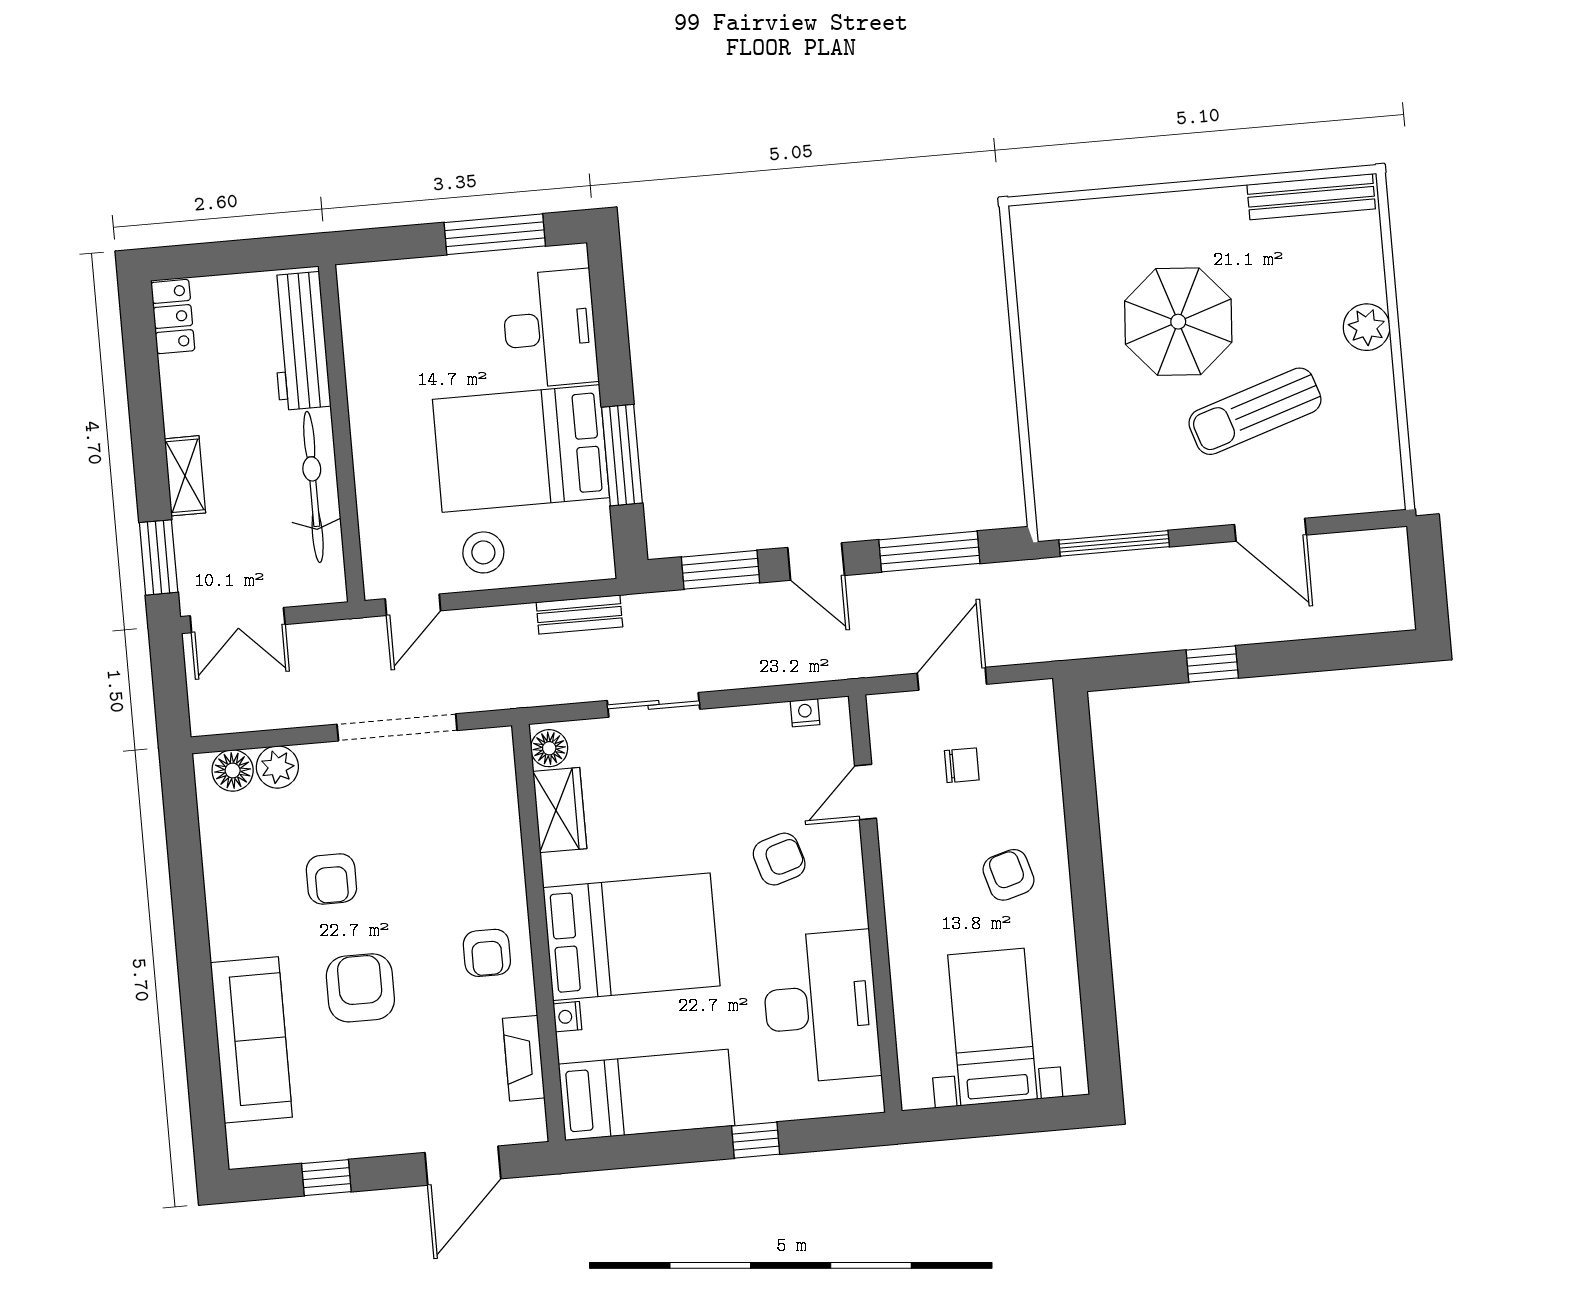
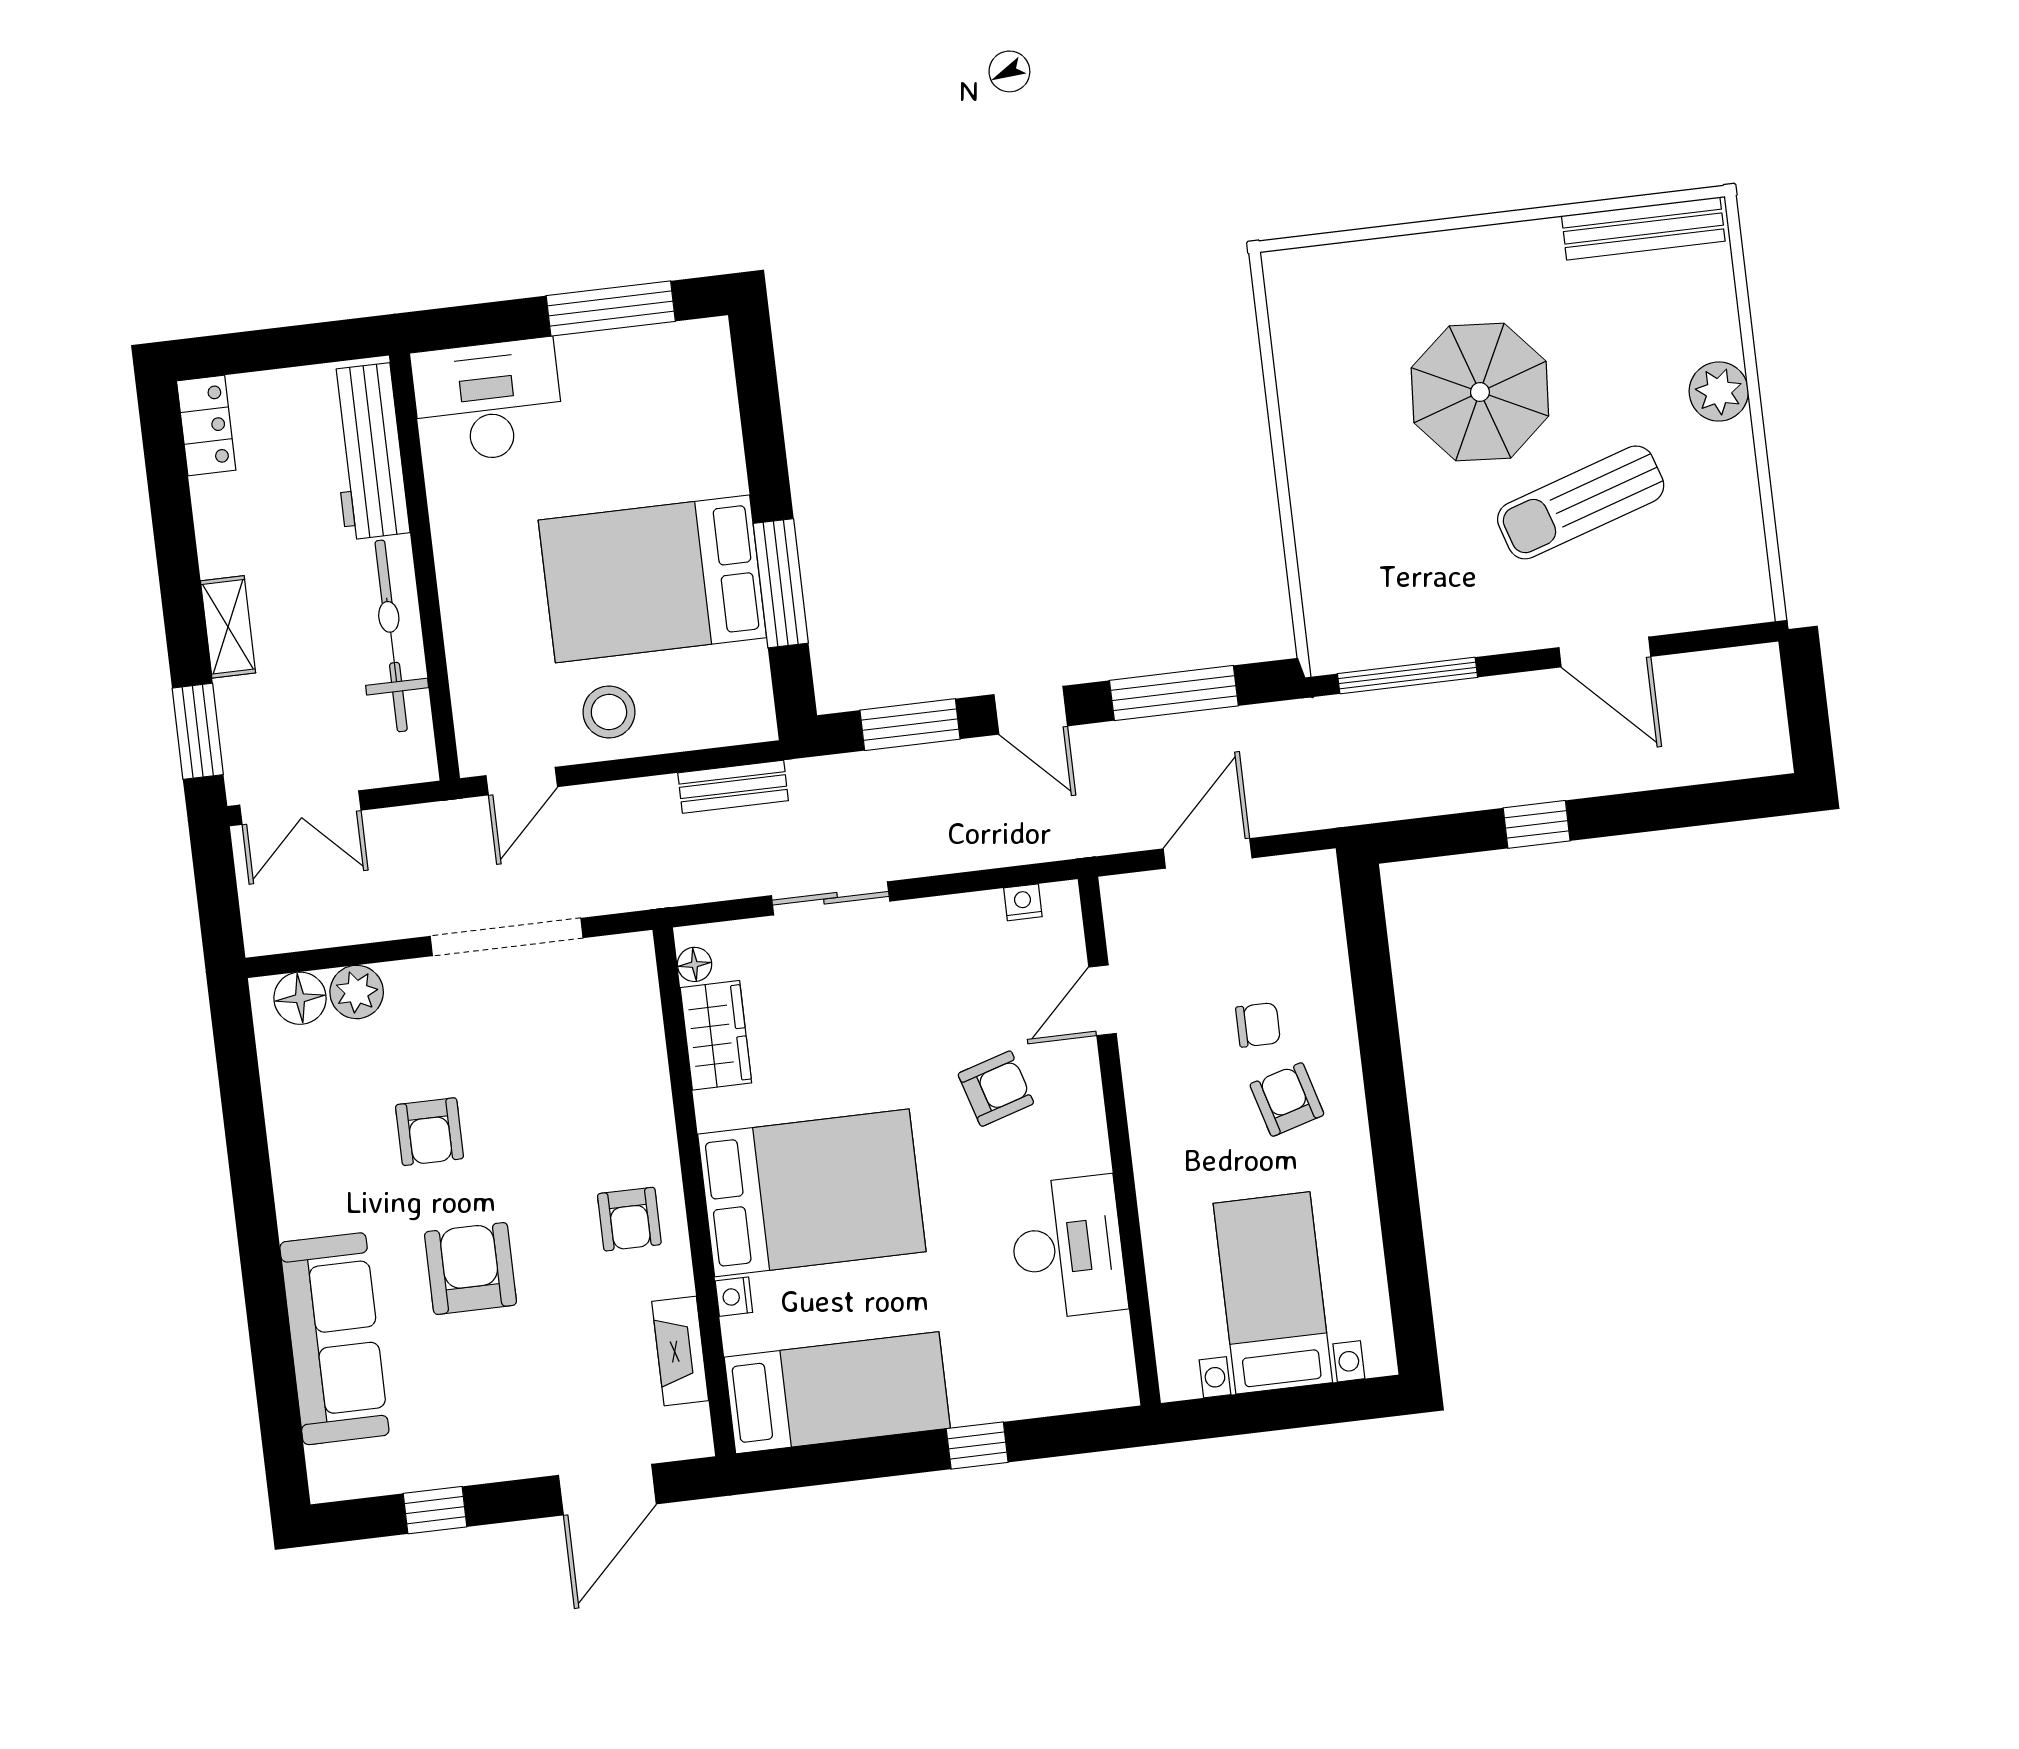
desk: (550, 329) -> (488, 401), moved, turned -90
floor lamp: (549, 748) -> (695, 964), width x0.73, depth x0.73
chair: (962, 765) -> (1258, 1025), moved
desk: (821, 1007) -> (1068, 1247), width x0.73, depth x0.77

